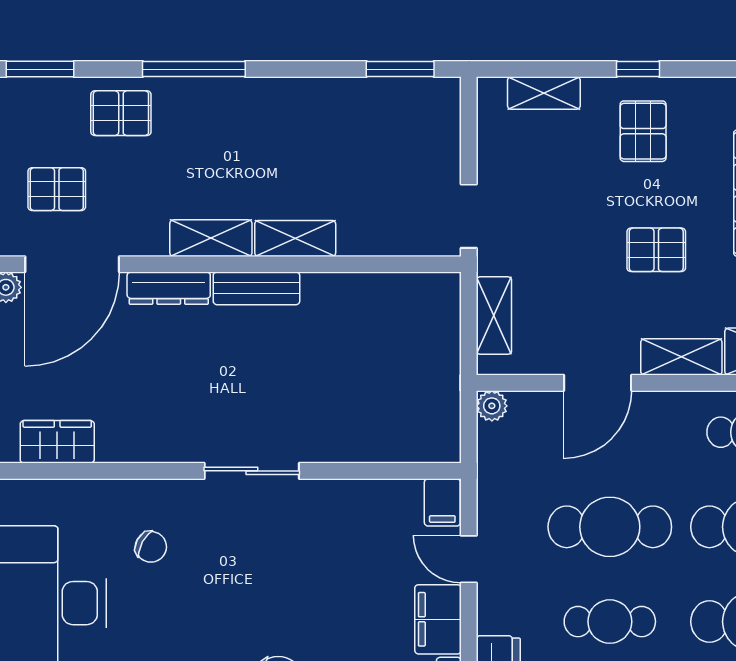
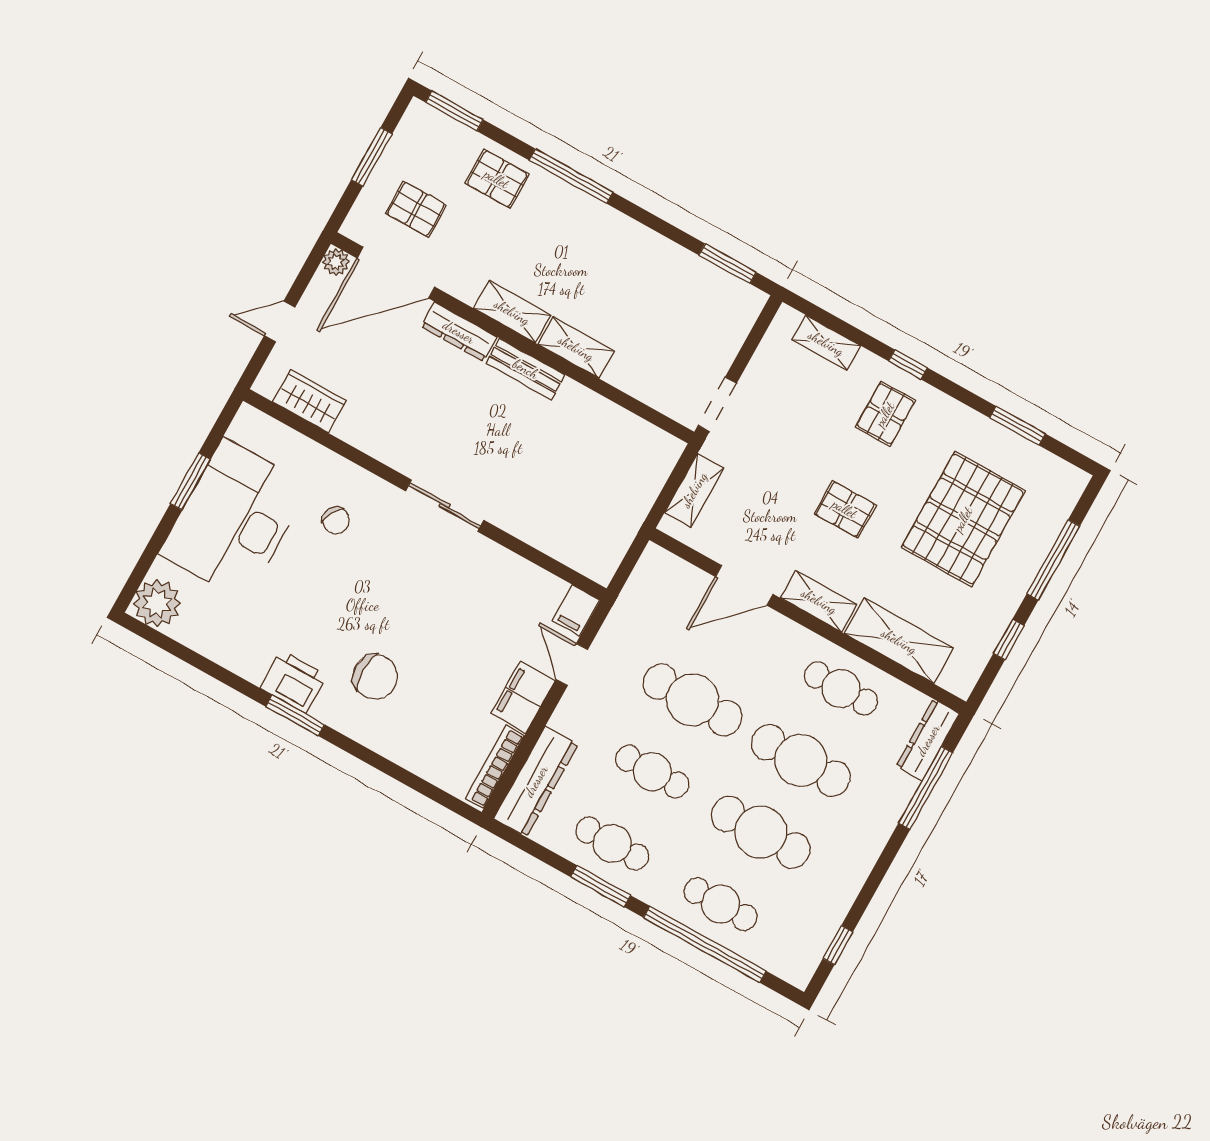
plant: (492, 406) -> (654, 558), removed

